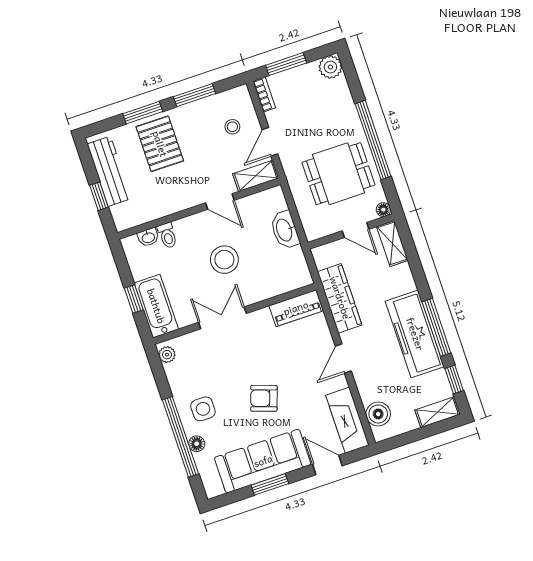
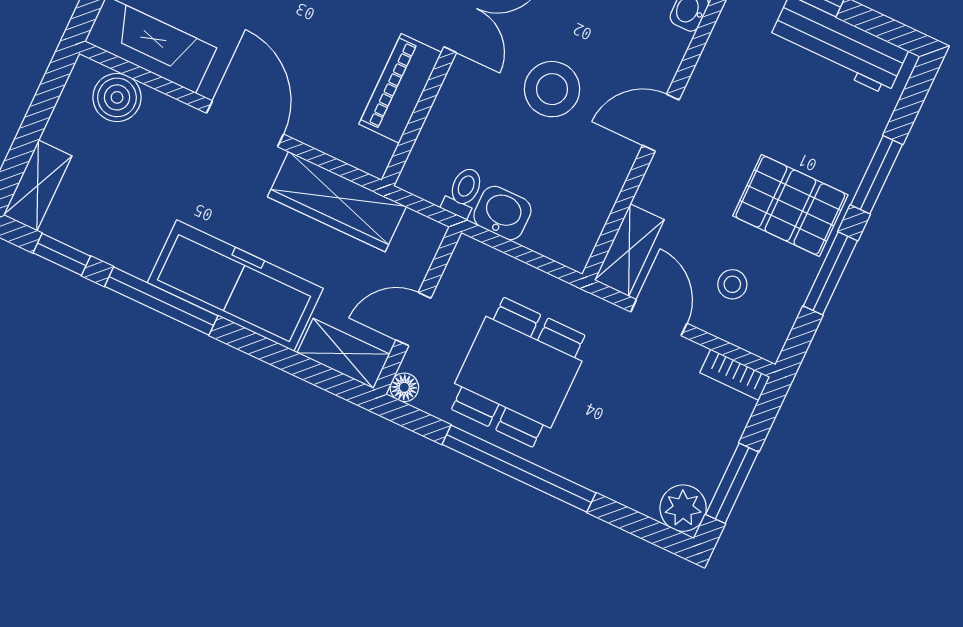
window: (286, 64) -> (732, 483), moved
pallet: (160, 144) -> (790, 205), moved
door: (220, 202) -> (661, 123), moved
washbasin: (285, 230) -> (502, 213), width x0.72
toilet: (167, 235) -> (463, 192), moved, turned 90
piano: (296, 308) -> (400, 88), moved
freezer: (415, 334) -> (235, 286), moved
door: (343, 359) -> (245, 124), width x1.38

